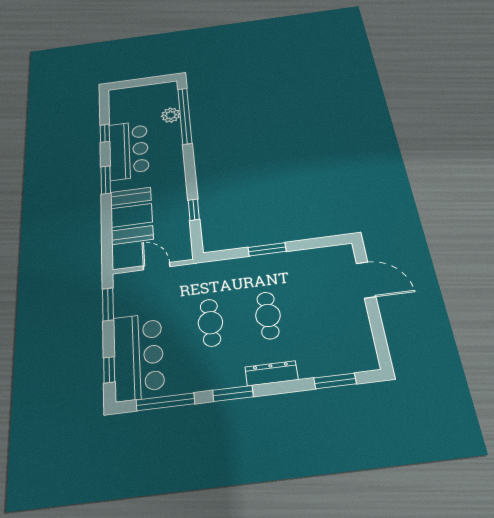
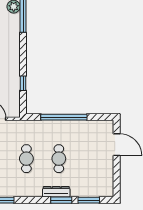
window: (267, 249) -> (64, 117), width x2.11
window: (233, 394) -> (61, 200), moved

